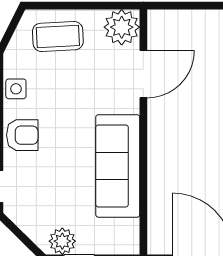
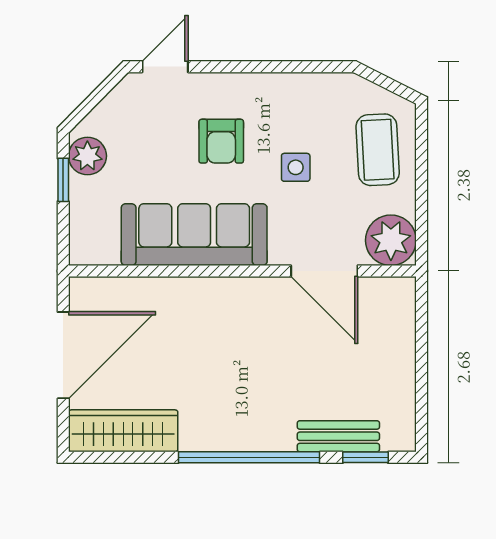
side table: (16, 89) -> (296, 167), moved
armchair: (22, 135) -> (221, 141), moved

